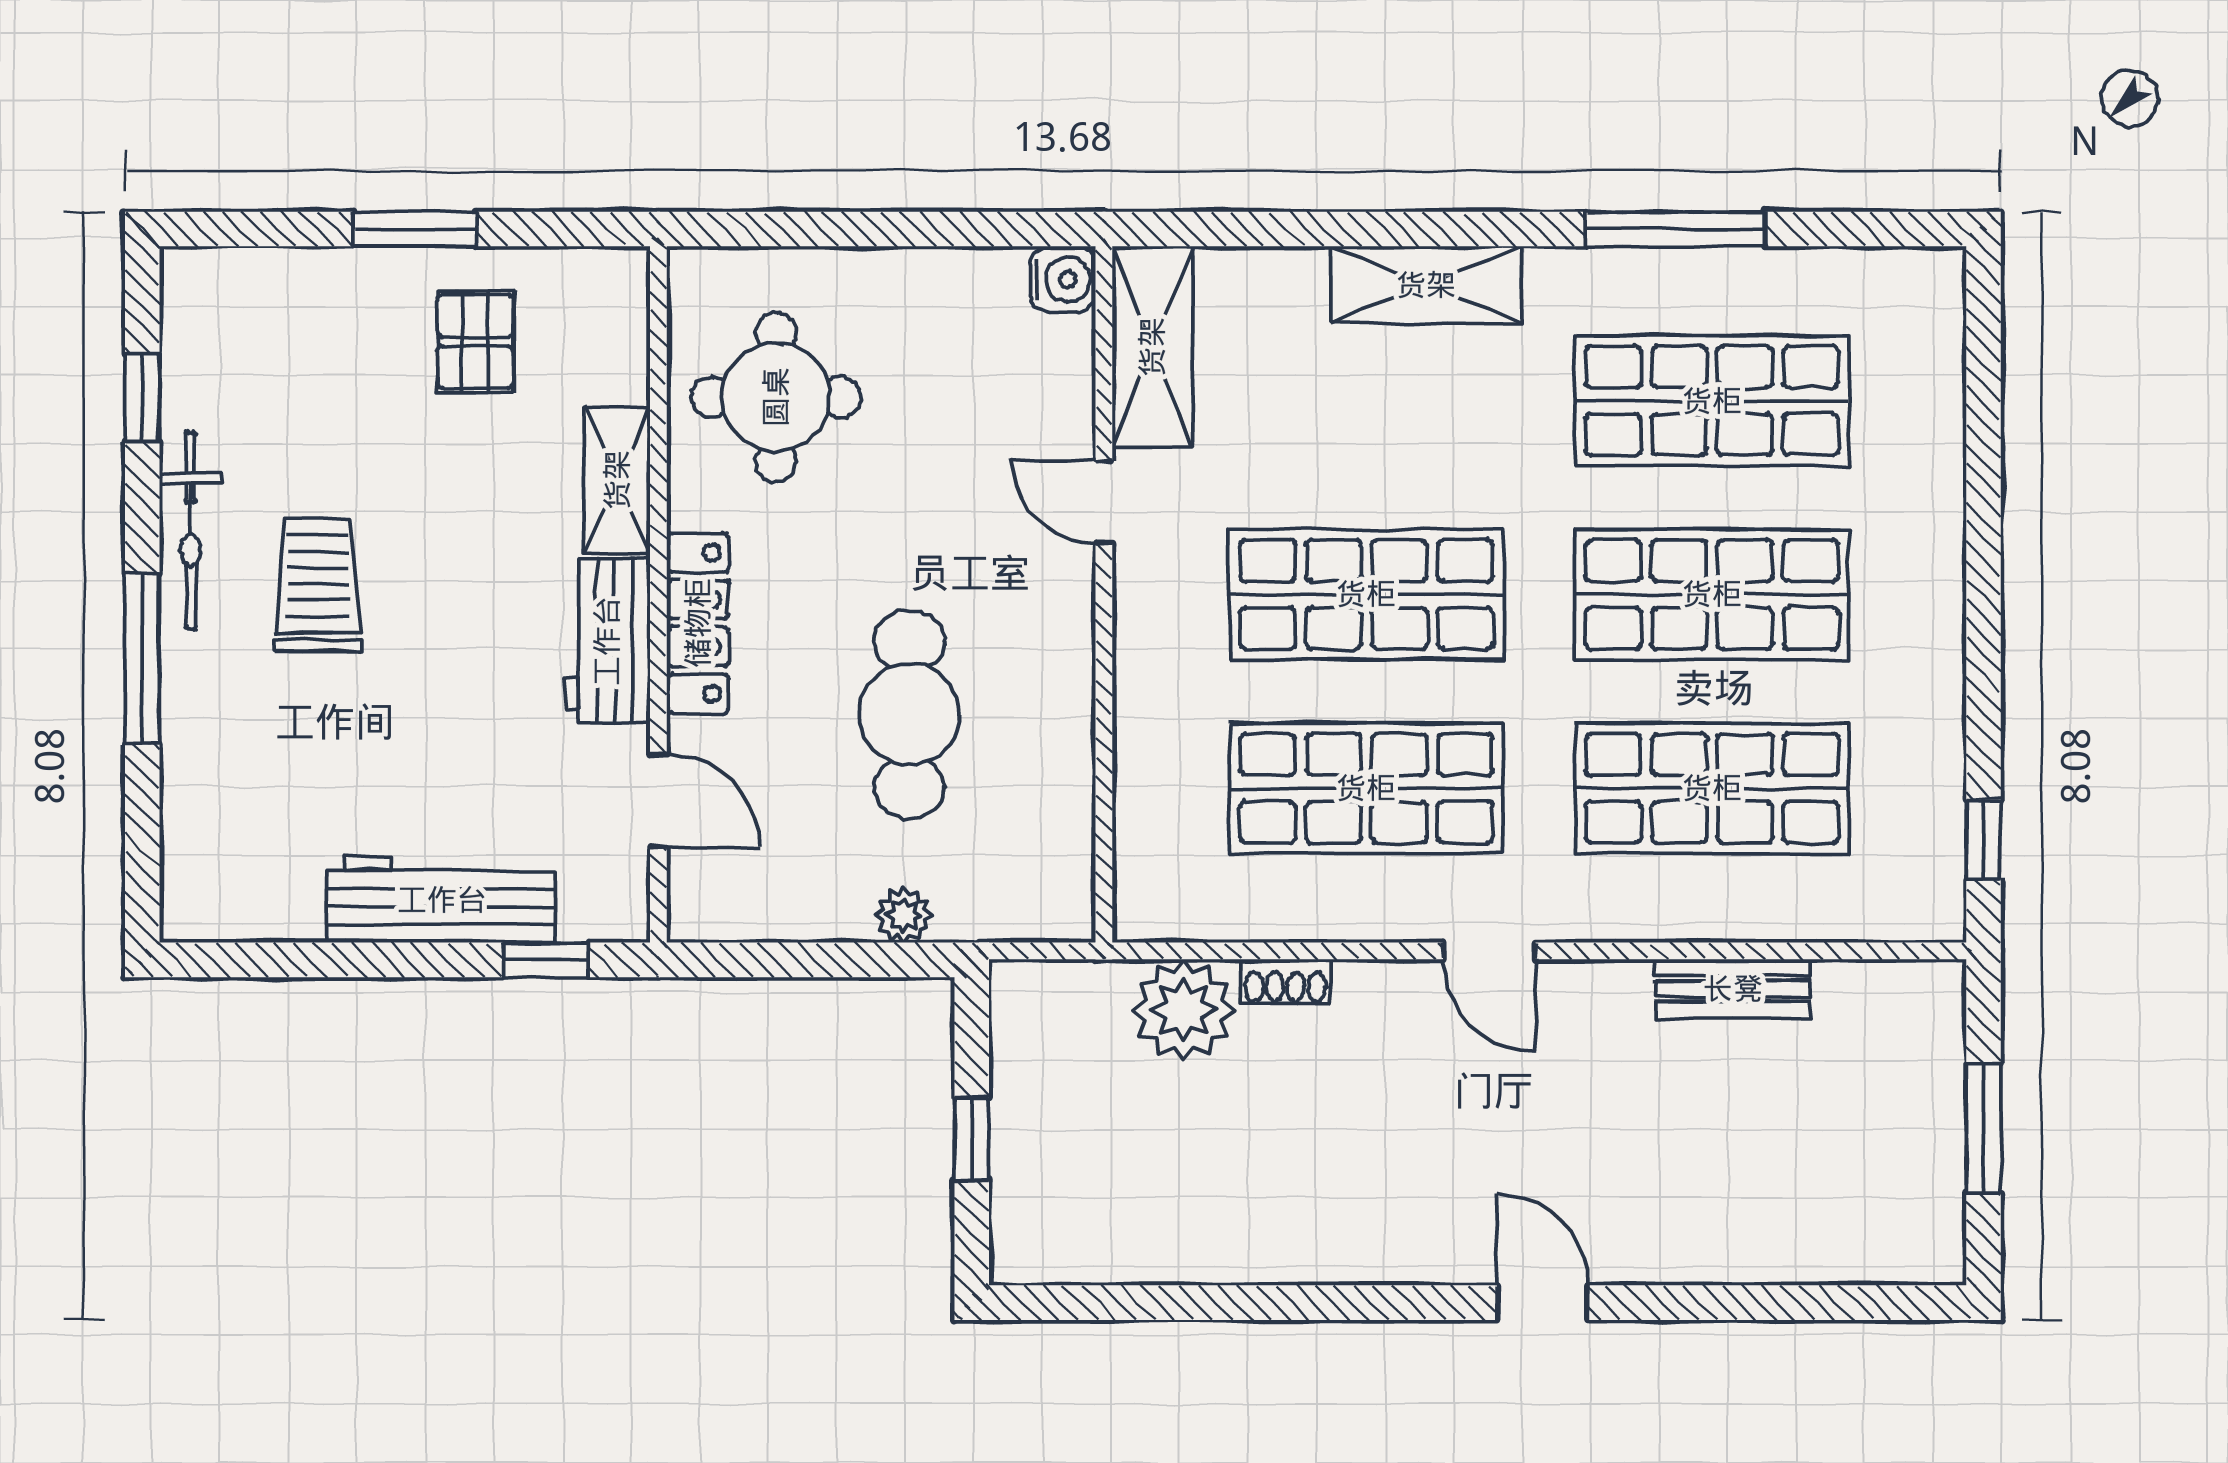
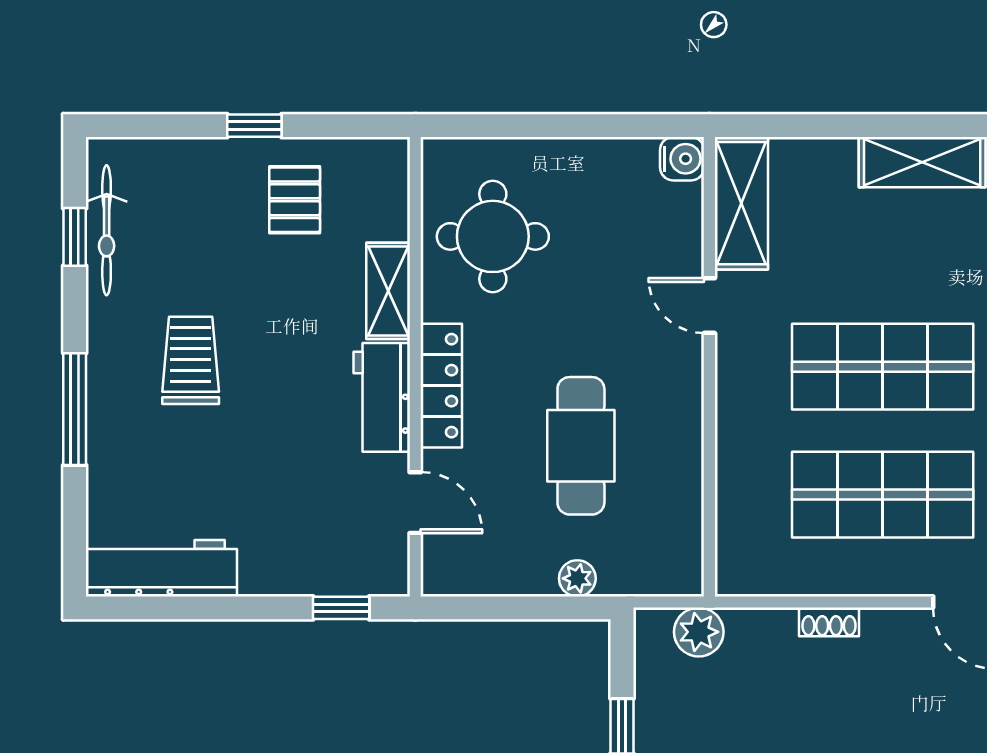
window: (415, 229) -> (254, 126), width x0.67
bicycle: (191, 530) -> (107, 230), moved
workbench: (442, 900) -> (161, 568), moved
plant: (1184, 1010) -> (699, 632), moved, width x0.73, depth x0.73

